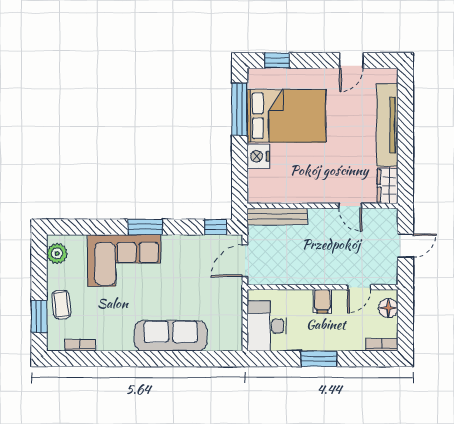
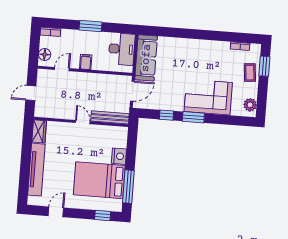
door: (350, 206) -> (83, 122), moved
window: (216, 227) -> (167, 115), moved
sofa: (171, 336) -> (146, 58), moved, turned -90

